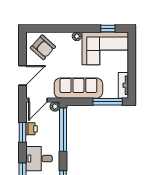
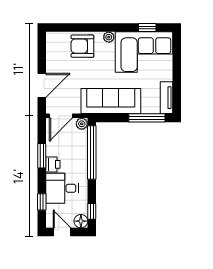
armchair: (43, 47) -> (82, 46), moved, turned 138
printer: (32, 129) -> (53, 164), moved

